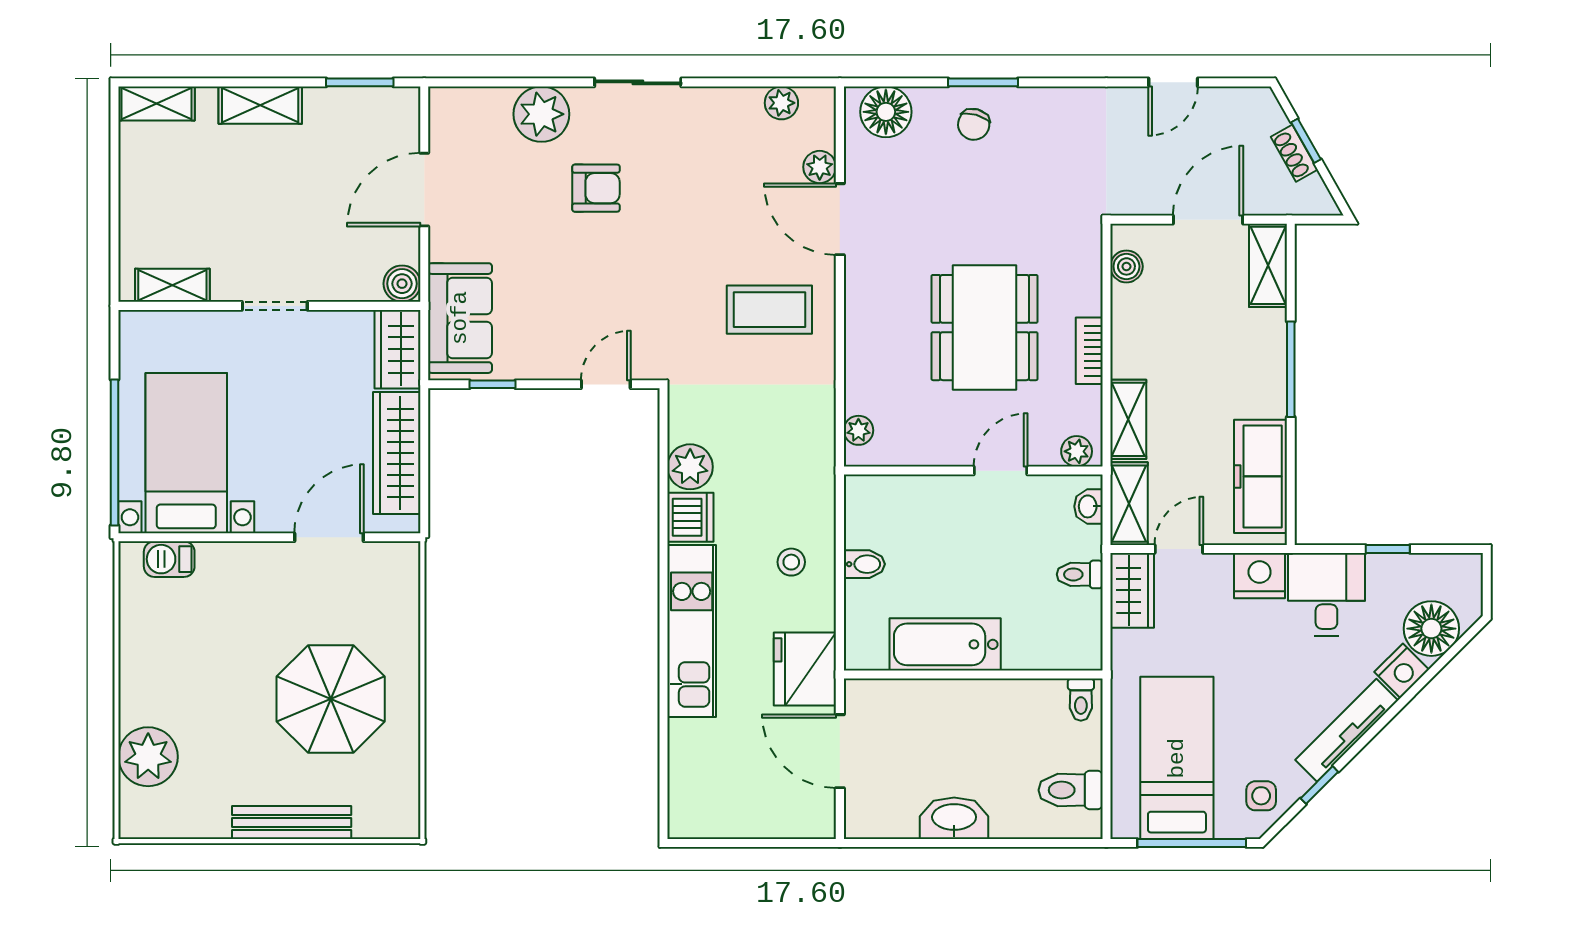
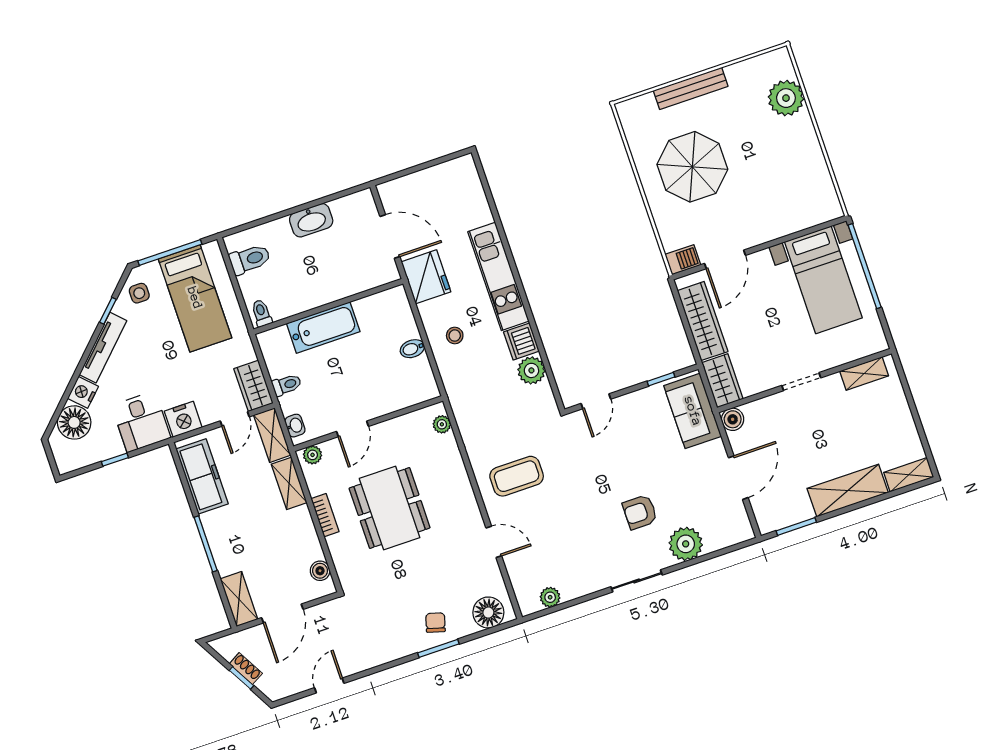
shelving: (260, 105) -> (848, 491), width x1.50, depth x1.33
plant: (820, 167) -> (516, 568), removed
door: (840, 219) -> (494, 542), width x0.73
barbecue: (169, 559) -> (683, 260), moved
bathtub: (945, 644) -> (323, 328), moved

